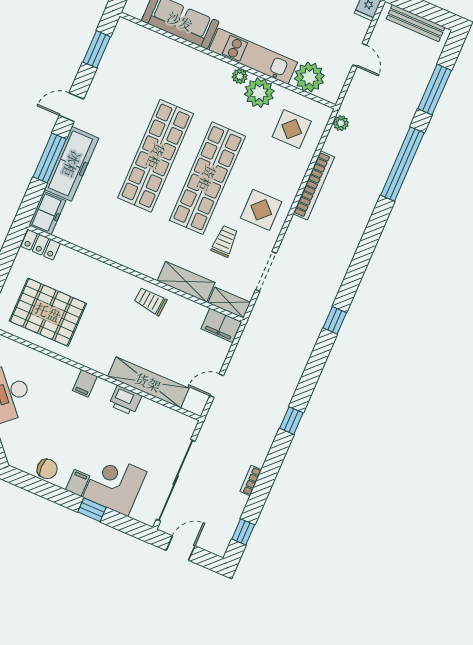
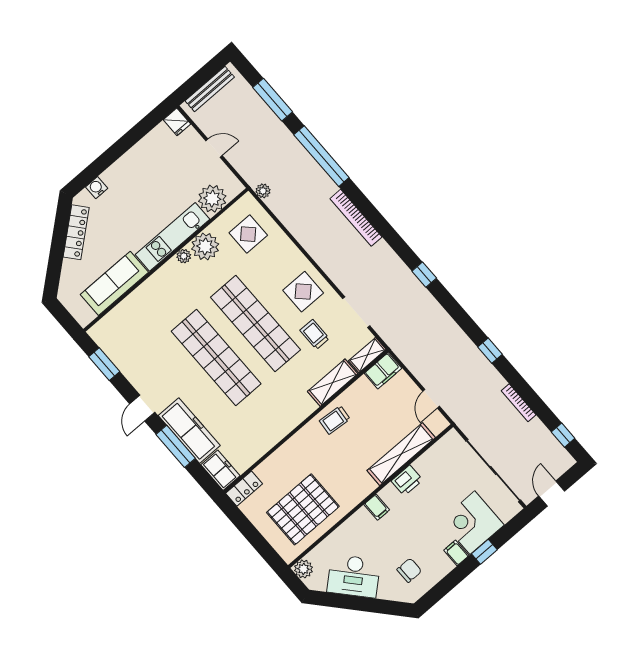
bookcase: (314, 185) -> (356, 218), moved, turned 180
chair: (47, 469) -> (409, 570), moved
bookcase: (251, 481) -> (519, 403), width x1.56

